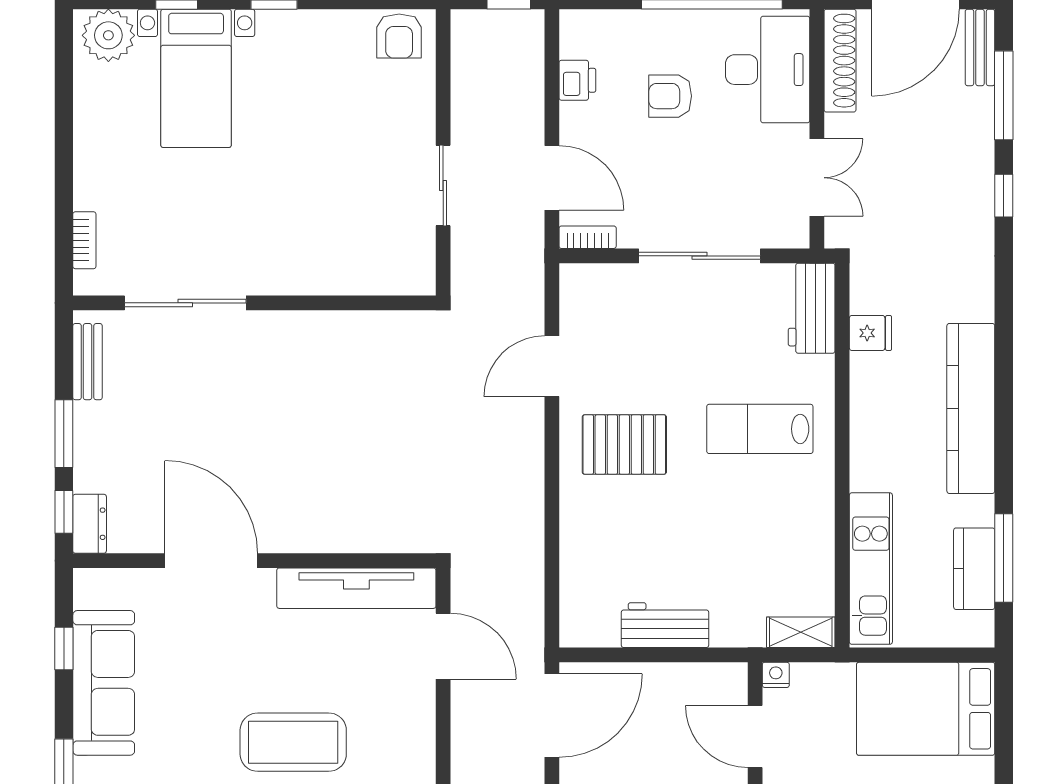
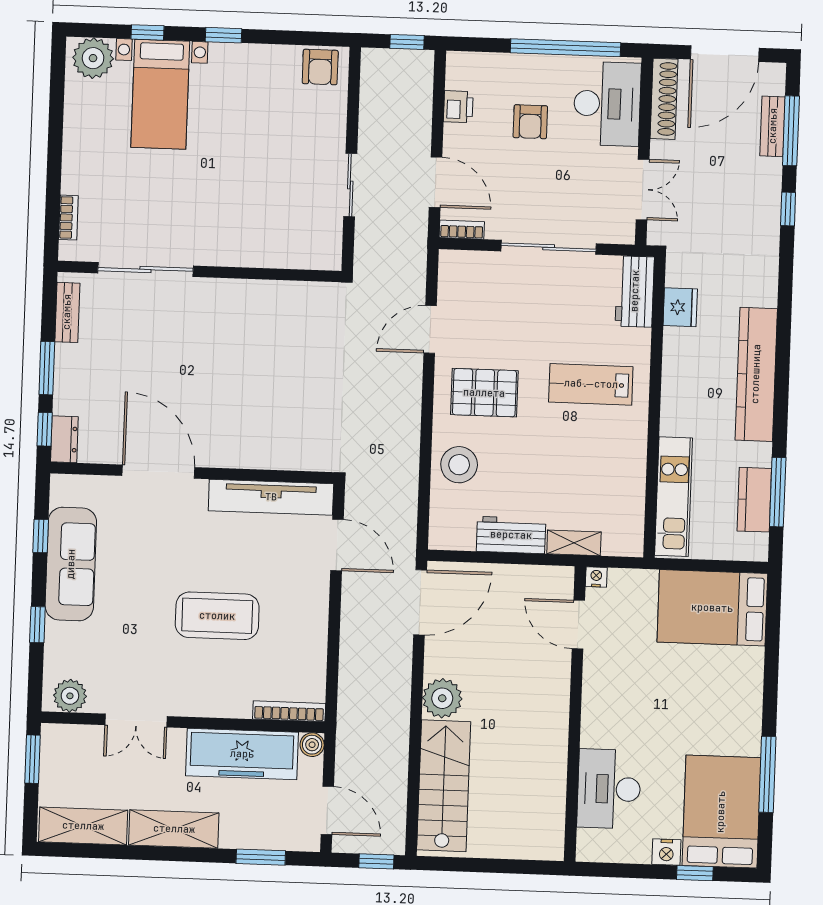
bench: (980, 47) -> (773, 126), moved
armchair: (670, 96) -> (530, 122), turned -90
fridge: (870, 333) -> (680, 307), width x1.38
stool: (595, 538) -> (459, 465), added
shelving: (801, 632) -> (574, 543), moved

